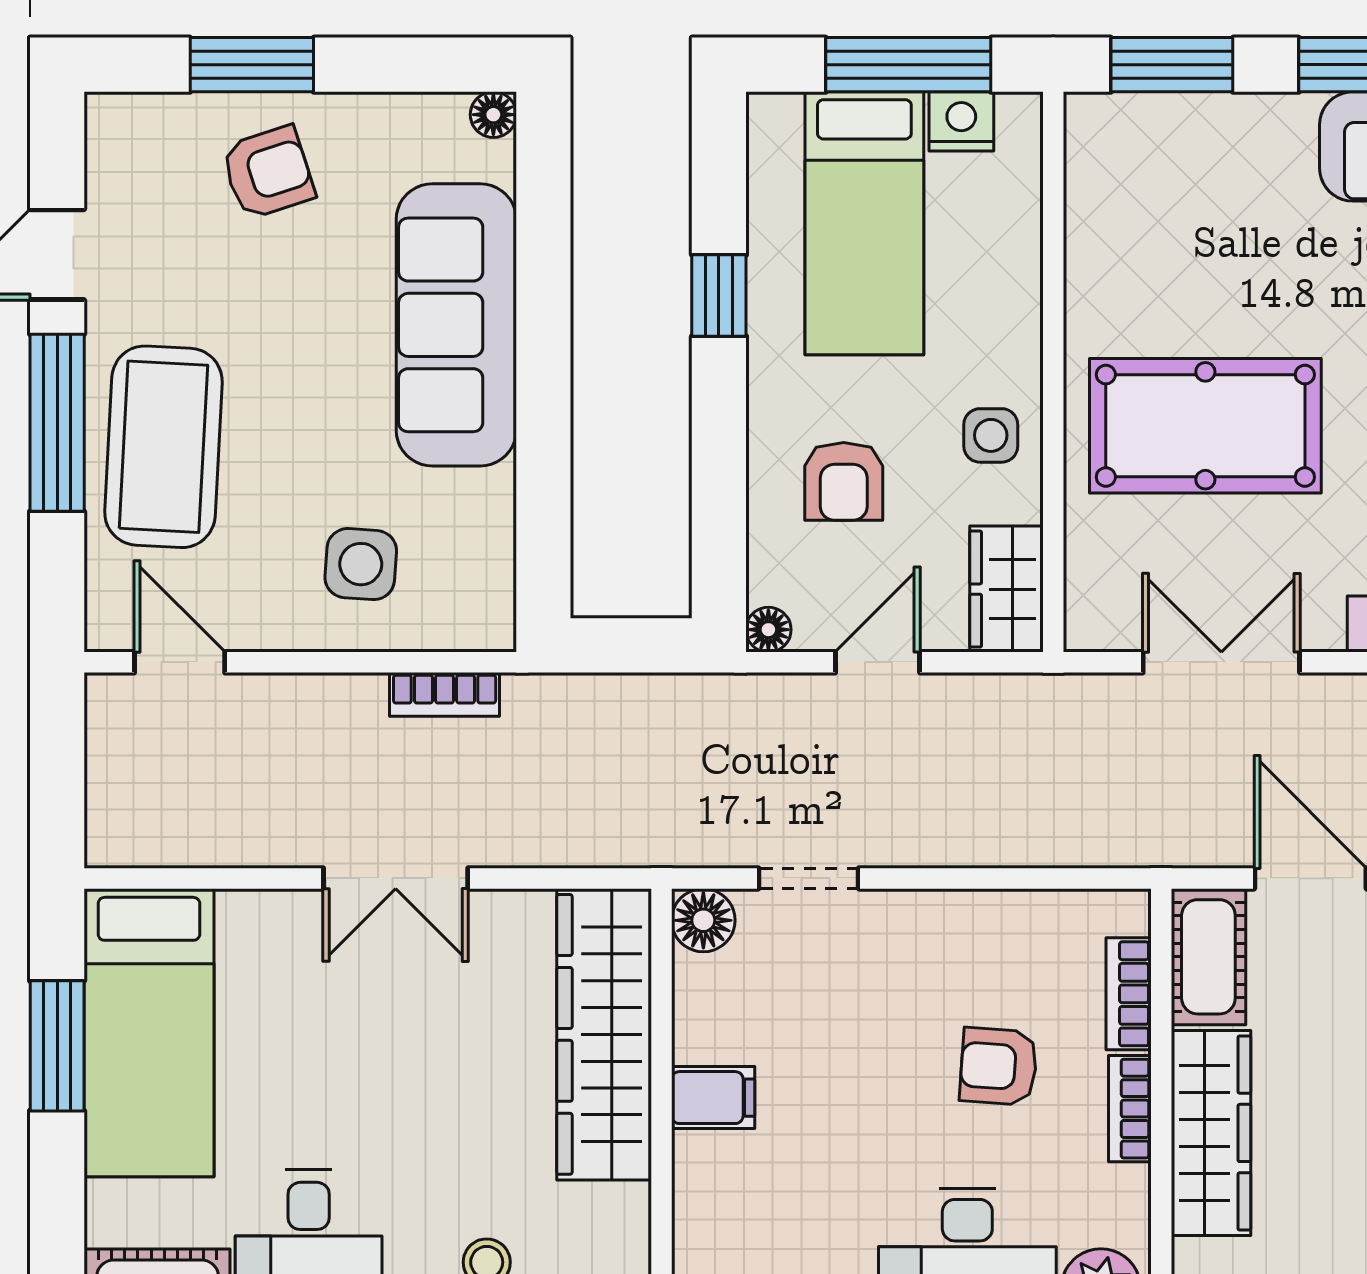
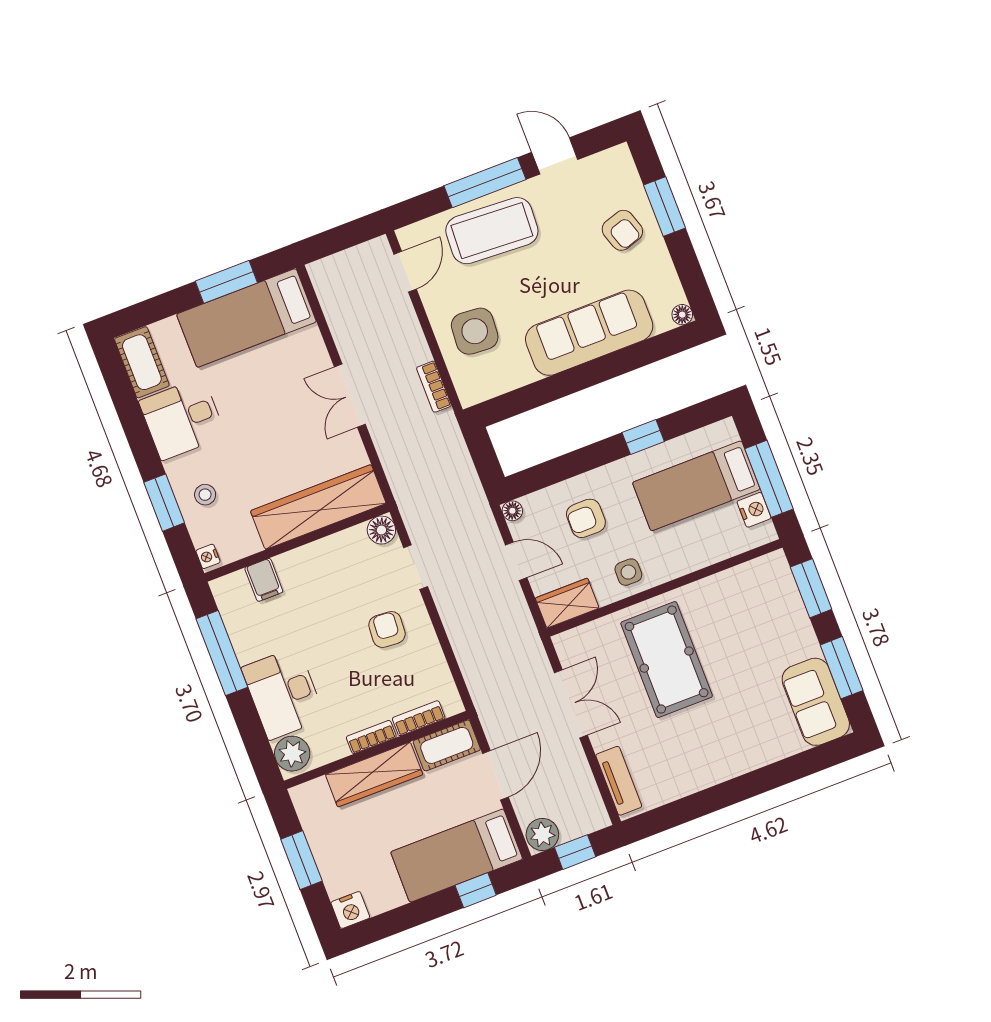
side table: (361, 564) -> (475, 331), width x1.37, depth x1.37
armchair: (999, 1066) -> (387, 629), moved
filing cabinet: (713, 1098) -> (264, 580), moved

